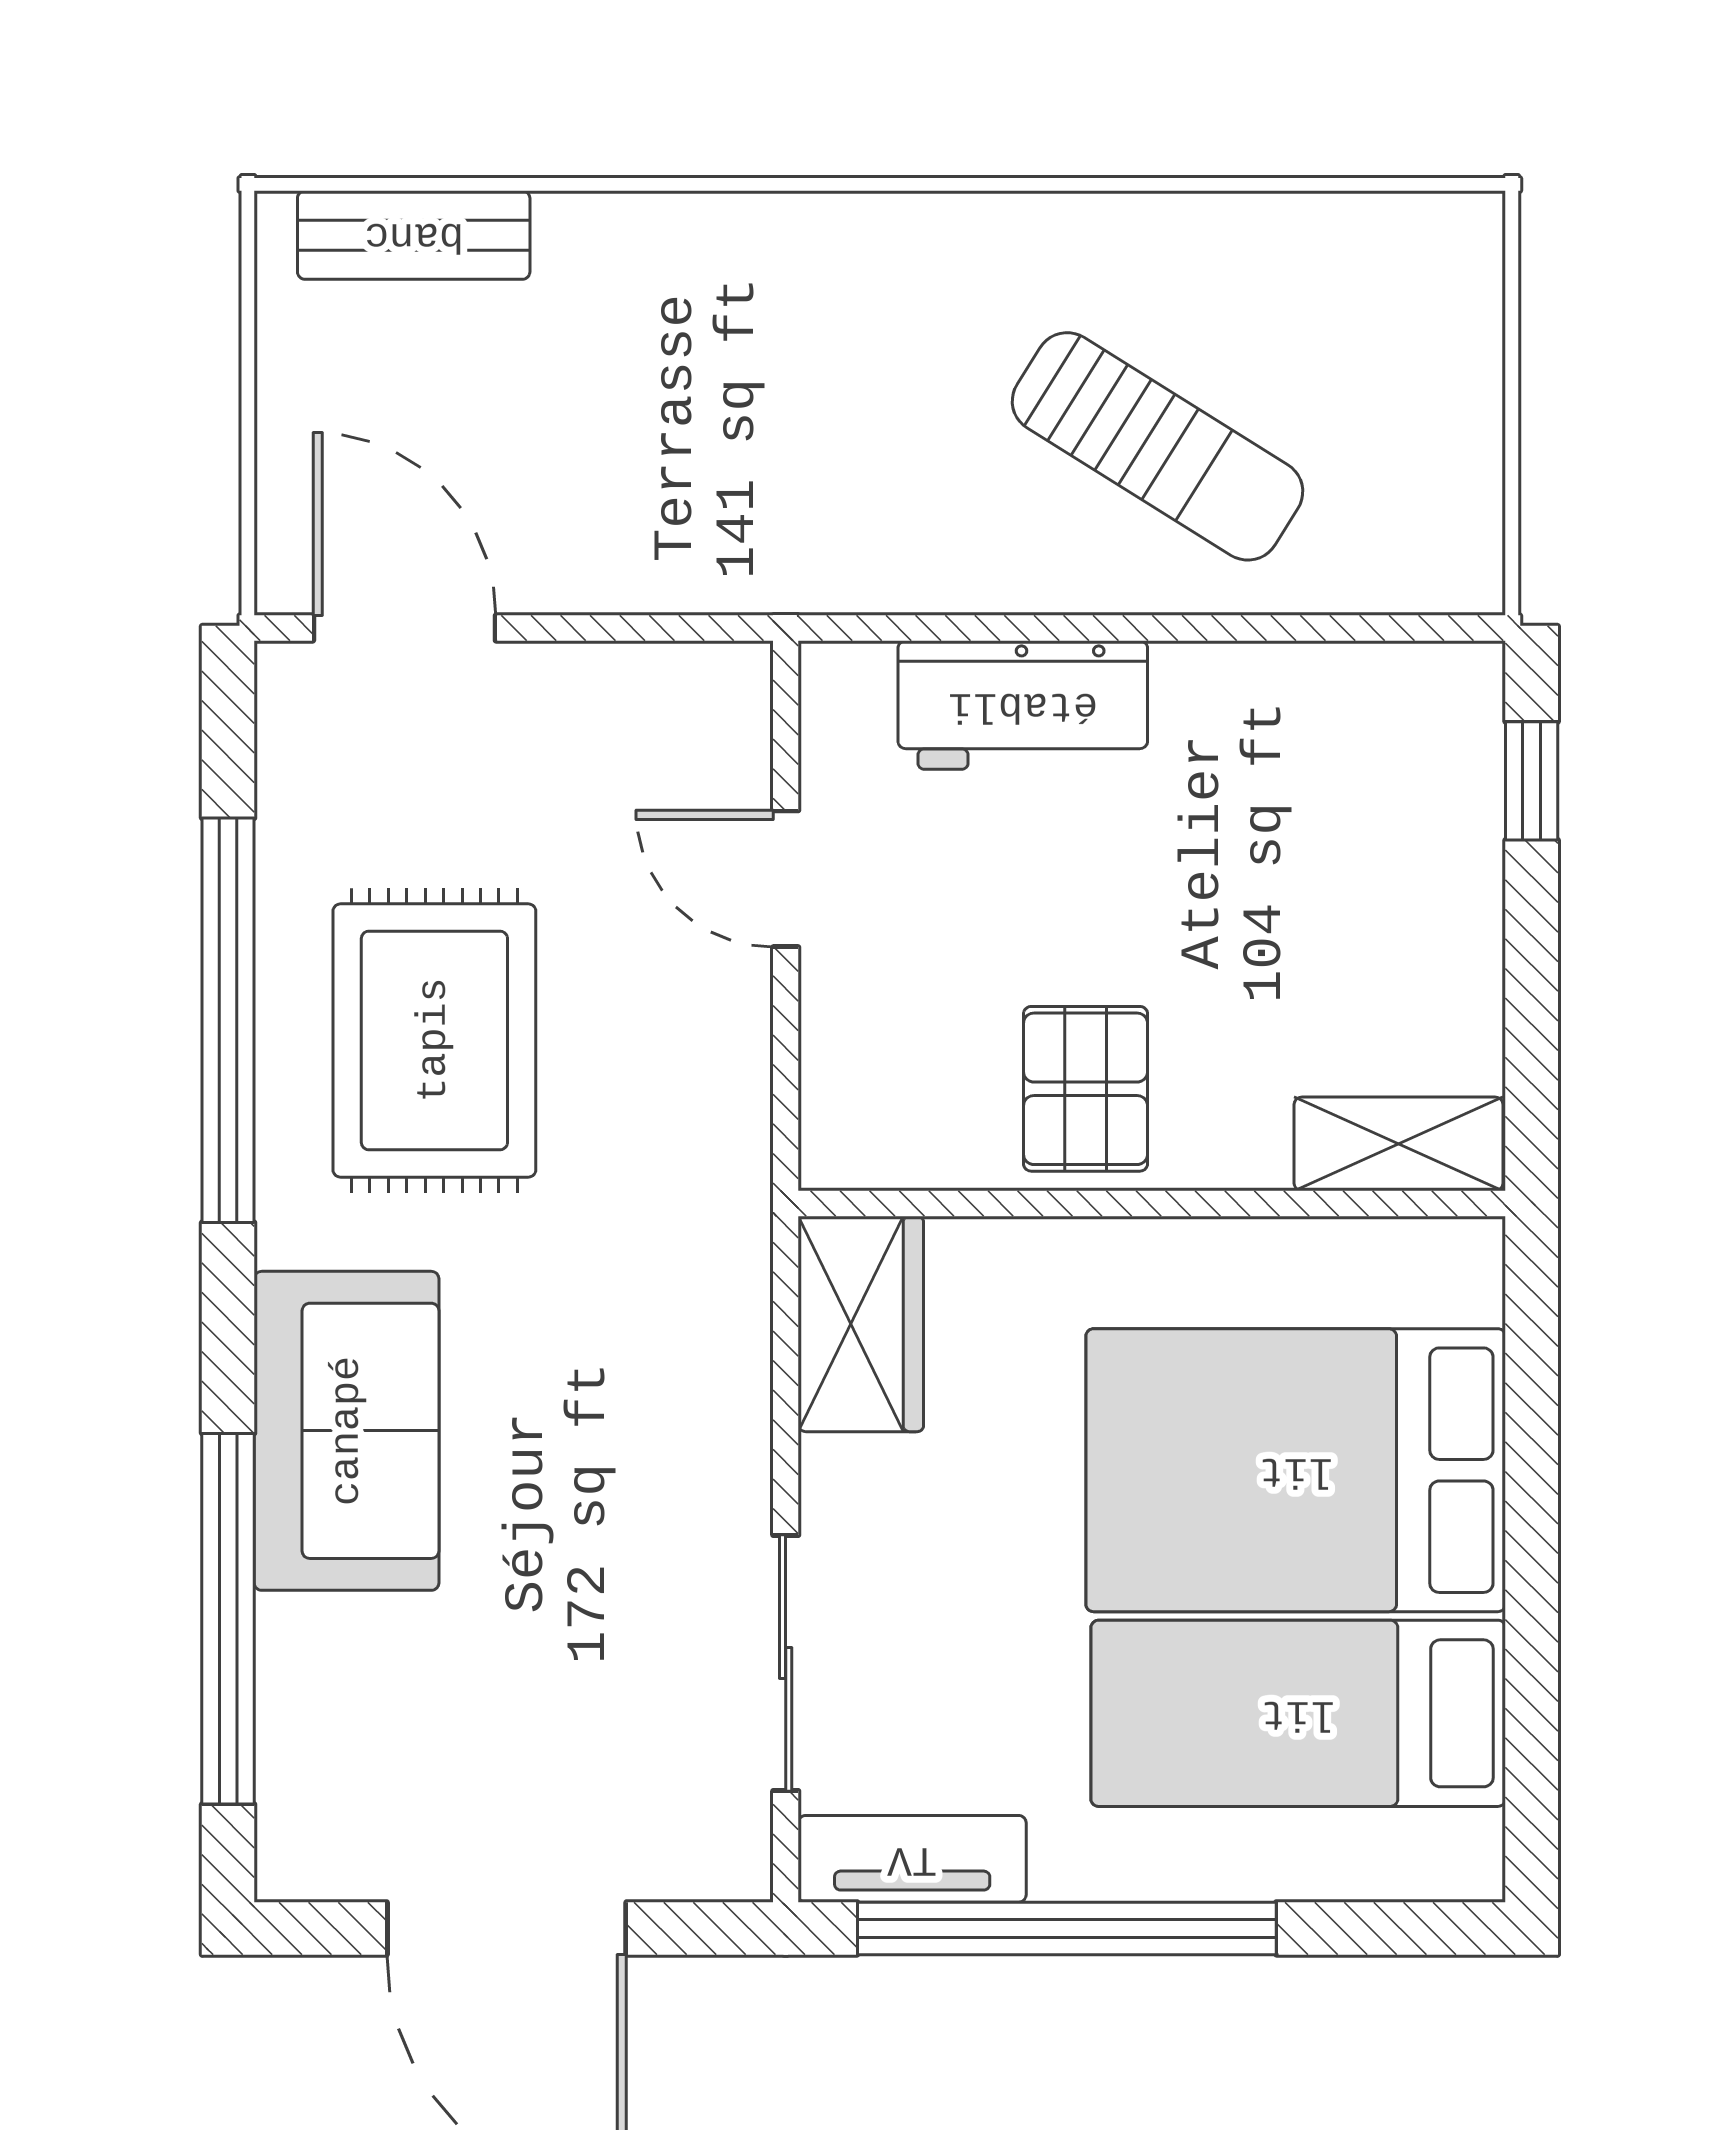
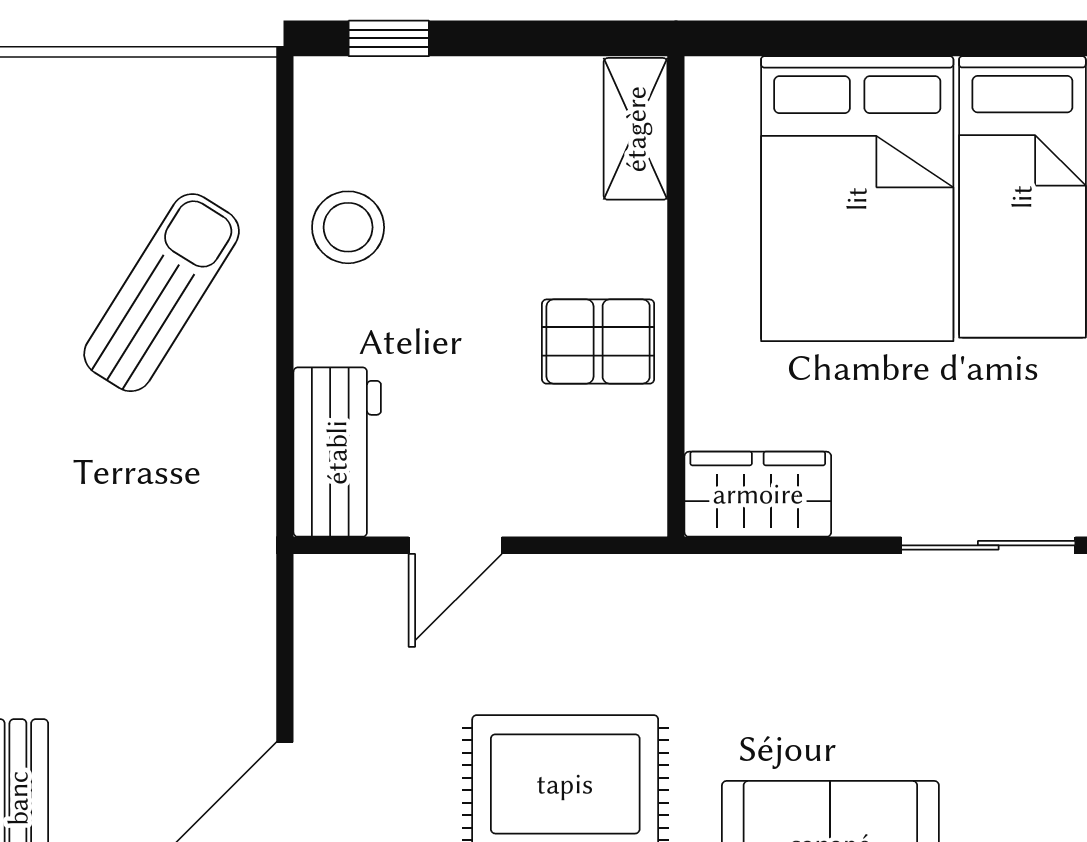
workbench: (1023, 705) -> (337, 452), moved
stool: (1254, 721) -> (348, 227), added

